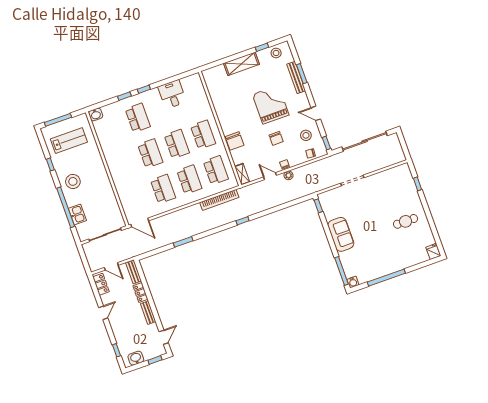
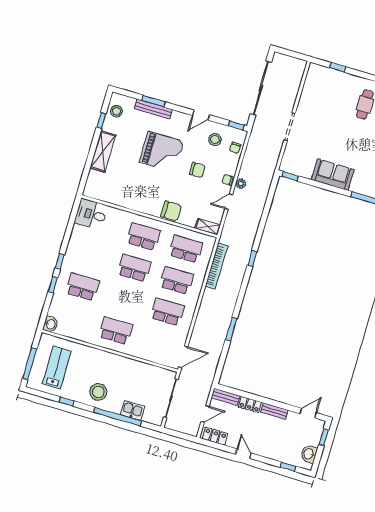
desk: (172, 94) -> (91, 214), moved
grand piano: (271, 105) -> (162, 152), turned 180
school desk: (150, 153) -> (116, 331), moved
door: (164, 337) -> (308, 413), hinge flipped

